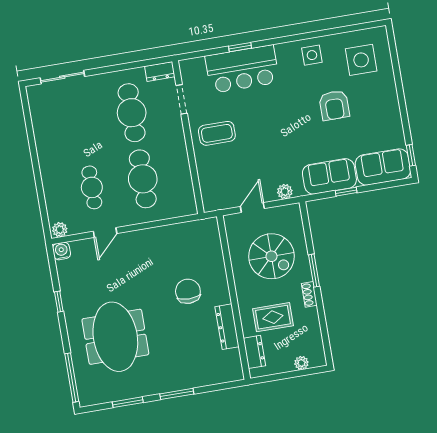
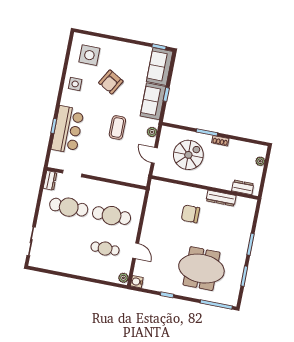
armchair: (334, 105) -> (111, 82), turned 120
coffee table: (217, 133) -> (117, 127), moved
rug: (273, 317) -> (226, 168), removed

